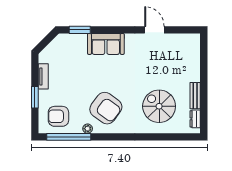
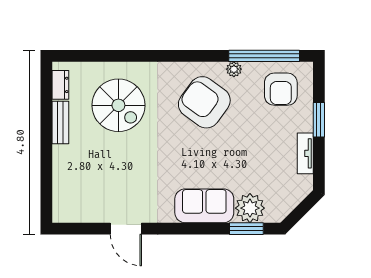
plant: (78, 43) -> (250, 208), added
armchair: (58, 116) -> (281, 89), turned 90

